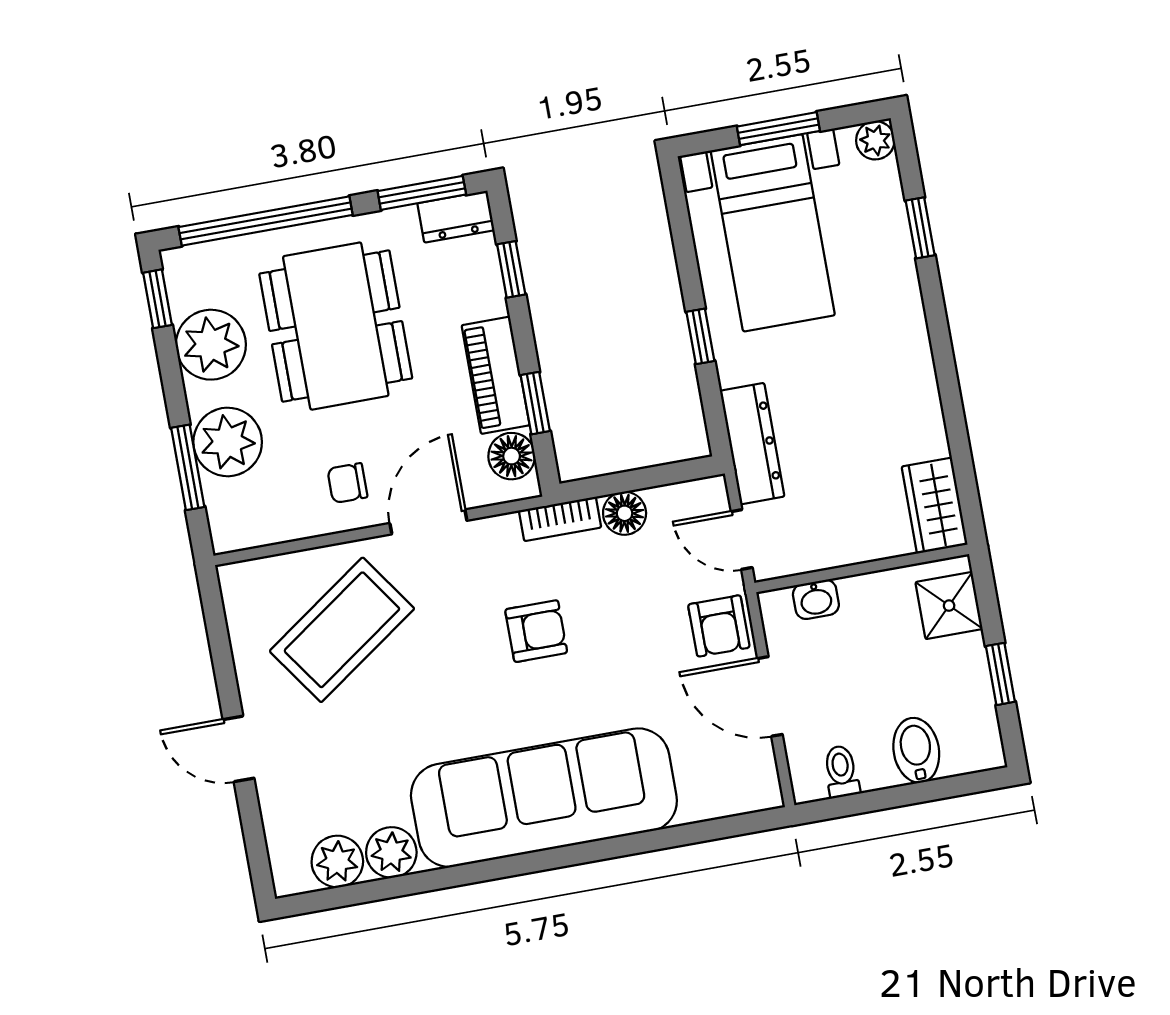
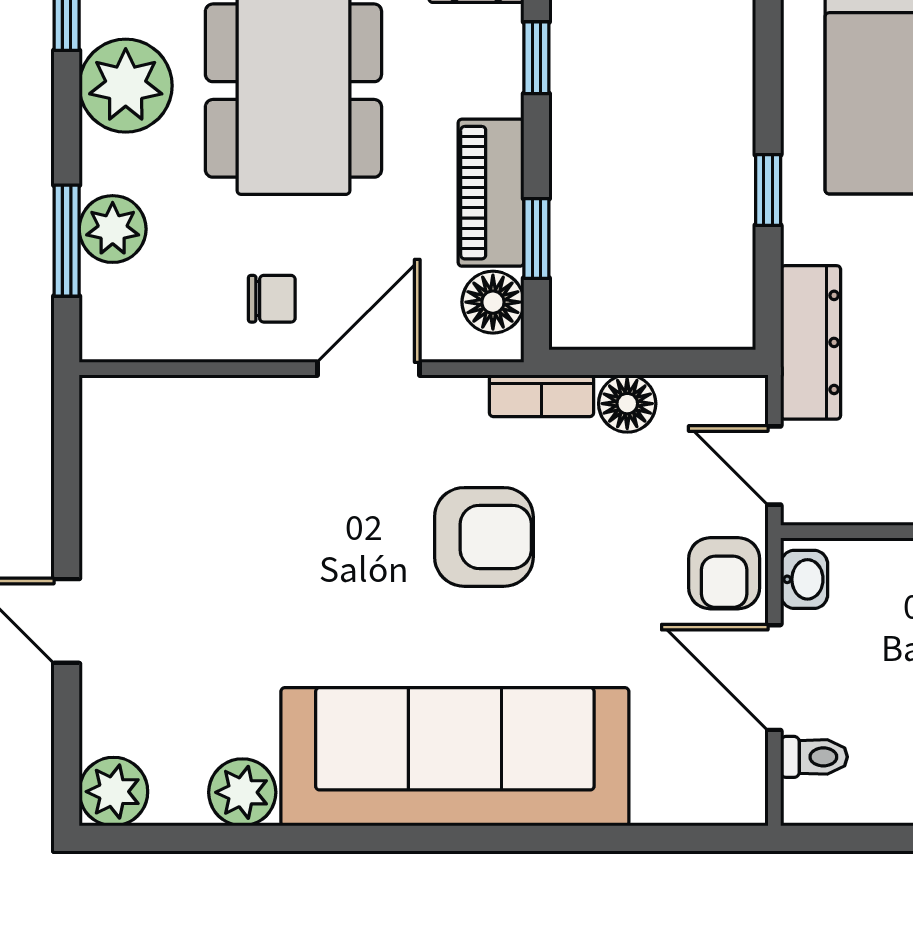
plant: (228, 442) -> (113, 229), width x0.73, depth x0.73
chair: (347, 483) -> (272, 299), turned 180
washbasin: (816, 599) -> (804, 579), moved, turned -90
coffee table: (342, 630) -> (230, 490), removed
armchair: (536, 631) -> (484, 537), width x1.38, depth x1.38
toilet: (841, 772) -> (814, 757), moved, turned 90
plant: (337, 862) -> (113, 792), moved

